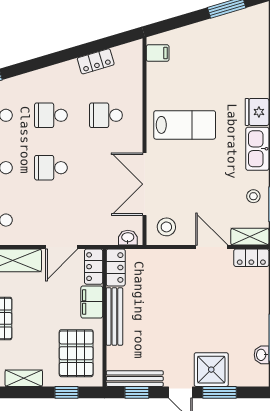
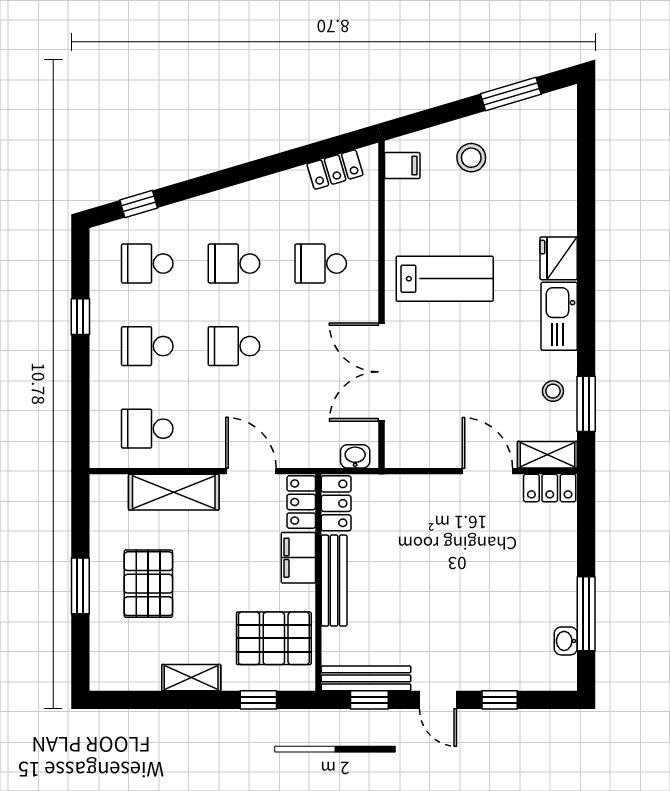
locker: (96, 61) -> (335, 170), moved
stool: (166, 227) -> (471, 158), moved
door: (62, 247) -> (251, 471), swing flipped
pallet: (76, 353) -> (274, 638), turned 90
shower: (211, 370) -> (487, 664), removed
window: (220, 392) -> (500, 700), width x0.67

